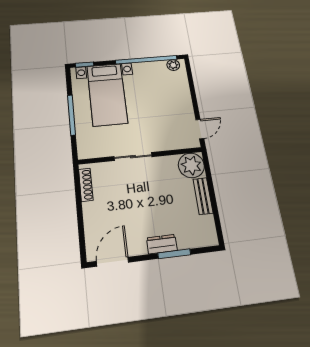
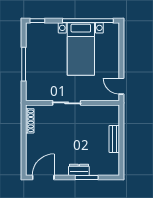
plant: (173, 65) -> (109, 28), removed
bed with nightstands: (107, 94) -> (81, 49), moved
door: (200, 129) -> (121, 86), swing flipped
plant: (191, 165) -> (110, 115), removed

